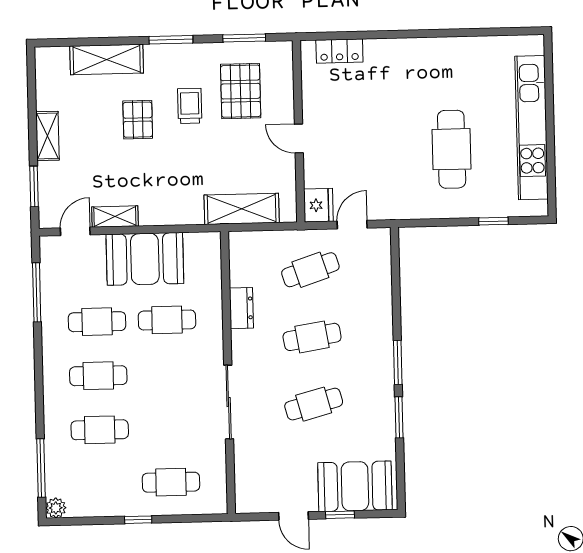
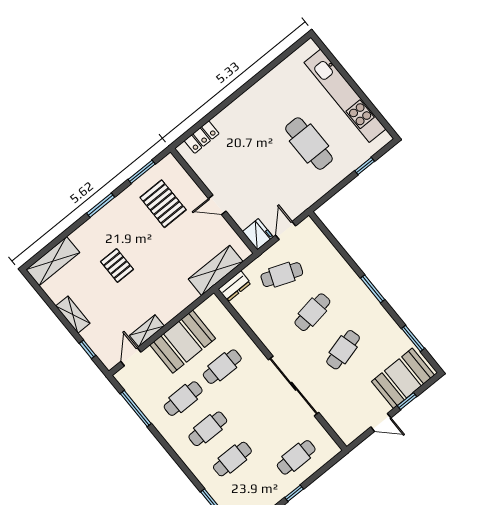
shelving: (107, 60) -> (53, 261), moved
trolley: (190, 106) -> (141, 235), removed
window: (34, 186) -> (87, 349), width x0.67
cafe table: (310, 270) -> (282, 275), turned 39
dresser: (241, 308) -> (234, 286), moved, turned 90
sliding door: (229, 402) -> (294, 386), width x1.36
window: (399, 417) -> (413, 338), moved

